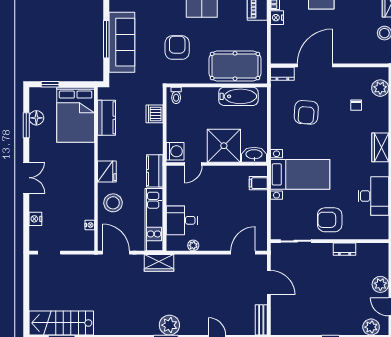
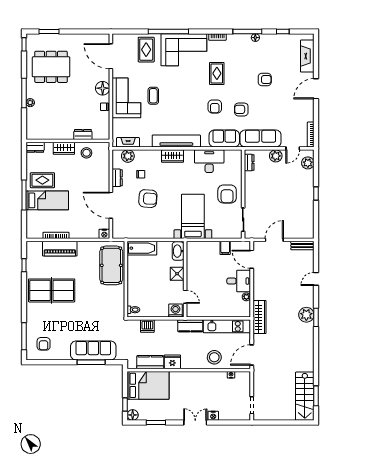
nightstand: (277, 18) -> (104, 234), moved
armchair: (177, 48) -> (97, 309), removed
dresser: (282, 74) -> (117, 178), moved
bathtub: (238, 96) -> (142, 248), moved, turned 90
armchair: (306, 112) -> (148, 199), moved
floor lamp: (36, 118) -> (133, 415), moved
shower: (224, 146) -> (177, 274), width x0.54, depth x0.54
fridge: (107, 172) -> (172, 362), moved
filing cabinet: (258, 183) -> (225, 248), moved
nightstand: (35, 219) -> (213, 416), moved
desk: (182, 220) -> (239, 281), moved, turned -90
dresser: (345, 249) -> (249, 163), moved
wardrobe: (159, 263) -> (259, 317), width x1.50

